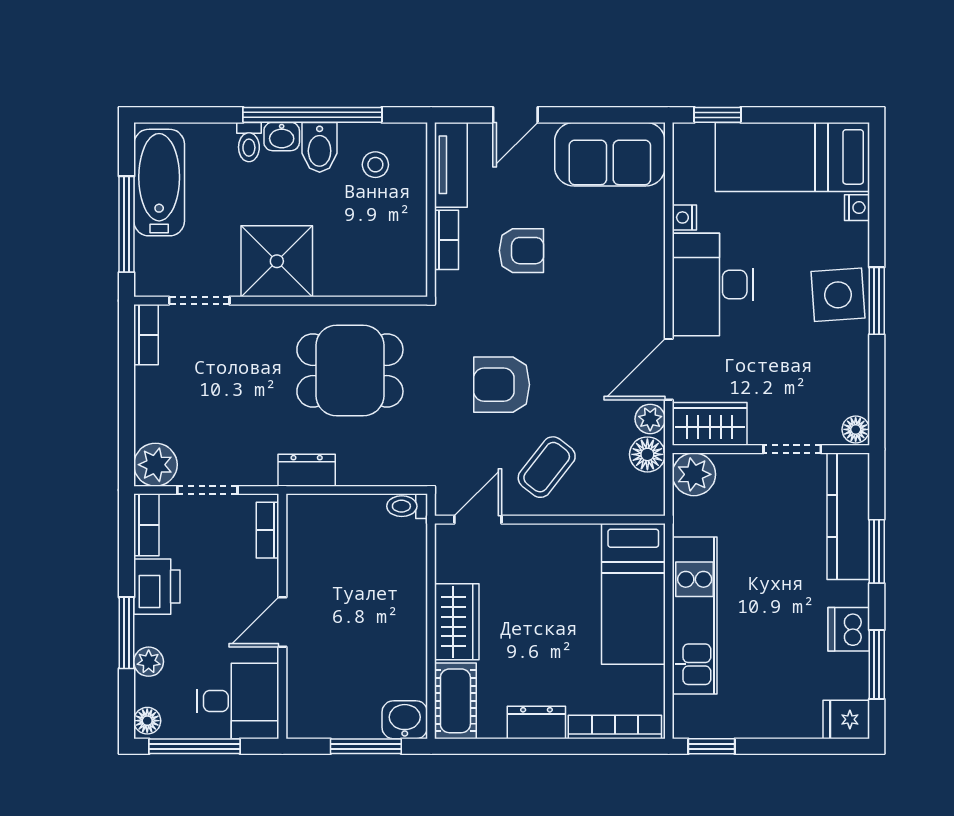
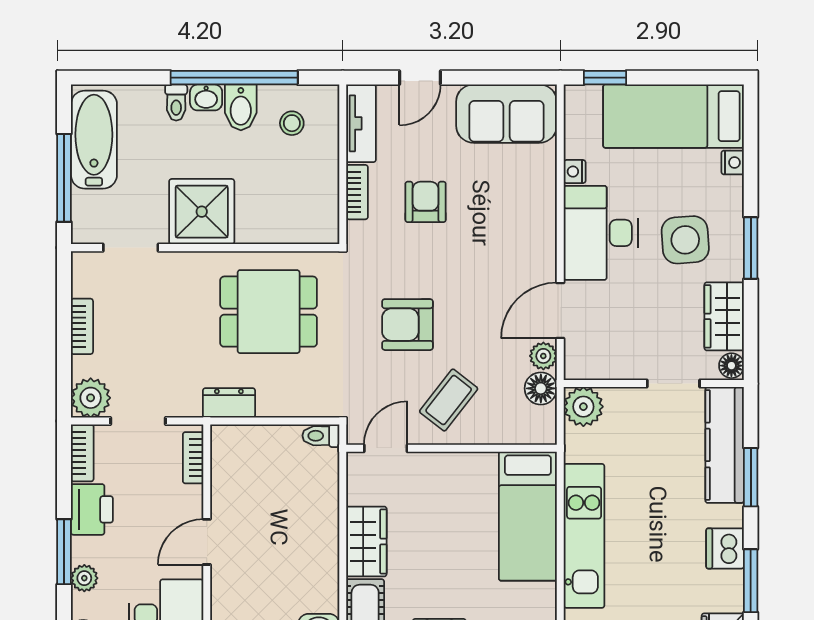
armchair: (521, 251) -> (426, 202), turned -90
side table: (838, 295) -> (685, 240), moved
bookcase: (146, 335) -> (82, 326), moved
wardrobe: (710, 424) -> (724, 316), moved, turned -90

